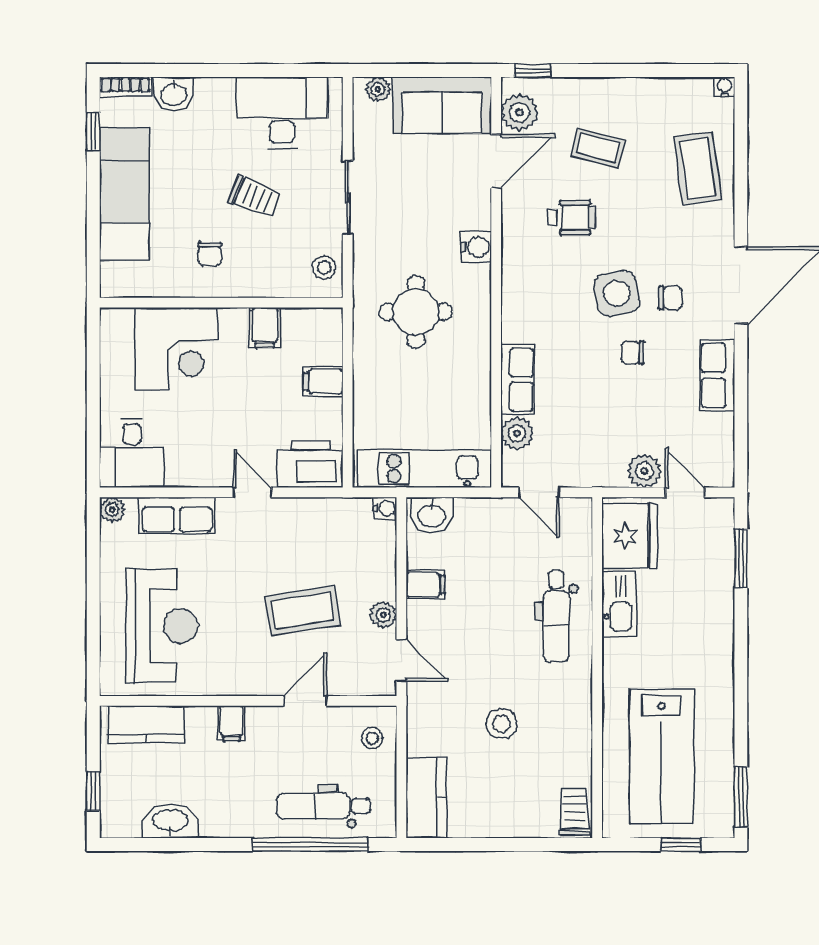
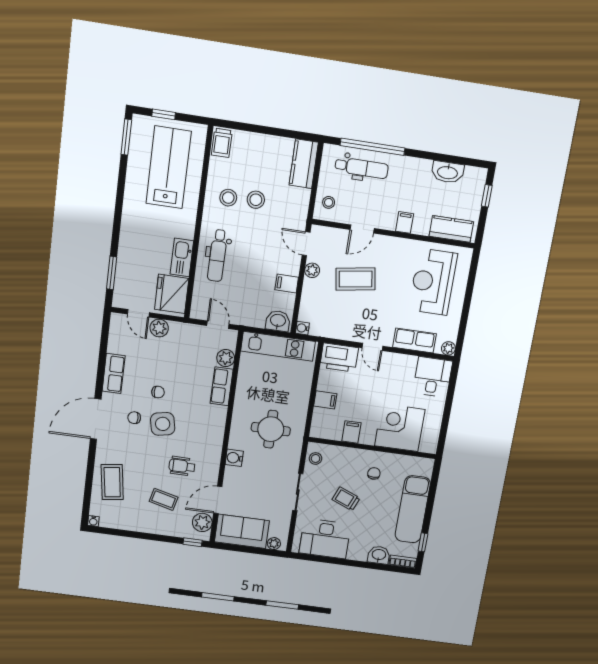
dental chair: (556, 616) -> (217, 256), turned 180
stool: (551, 720) -> (228, 198), added

